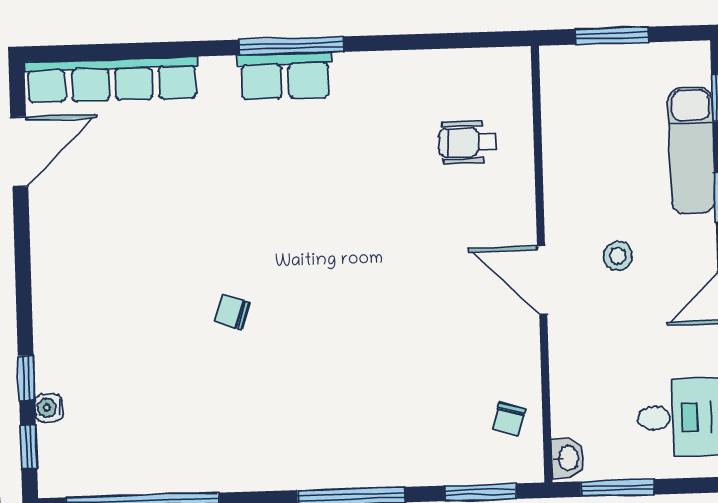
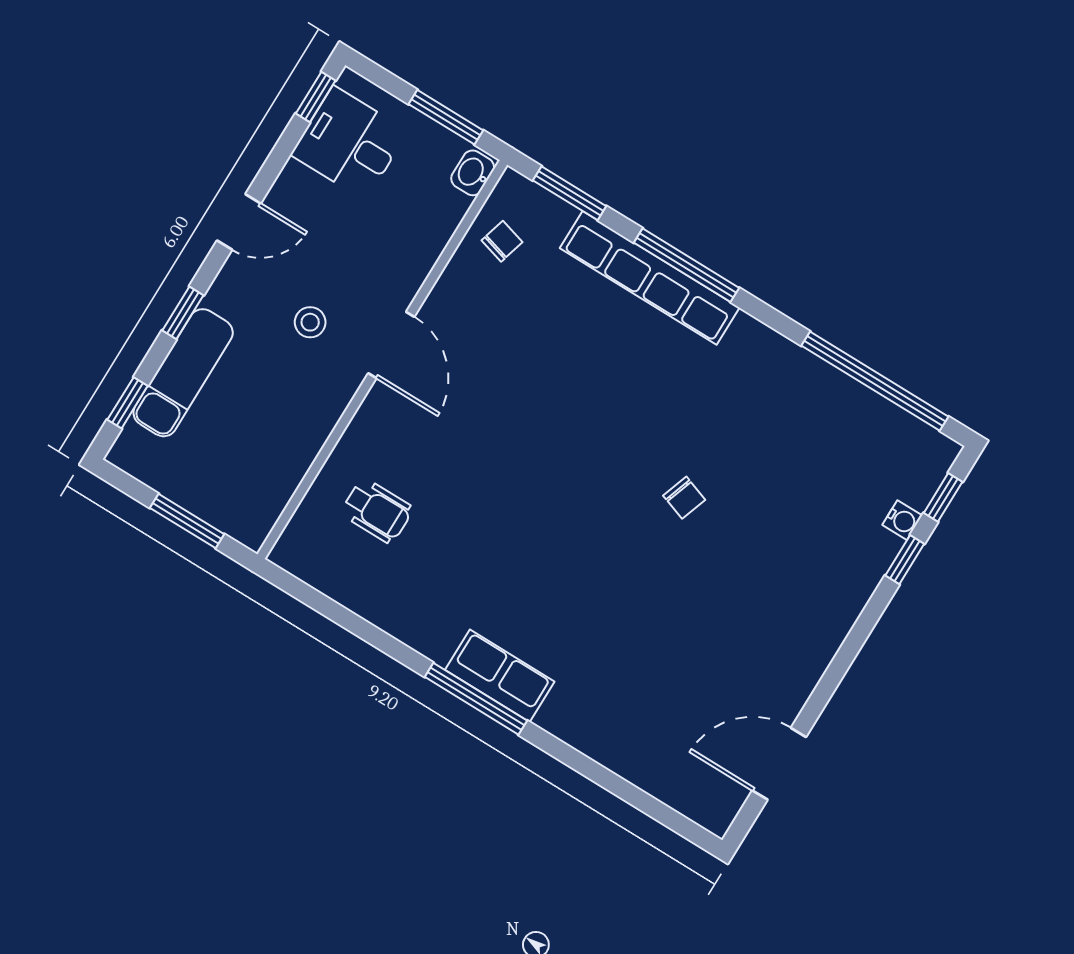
row of seats: (112, 80) -> (650, 278), moved, turned 180

